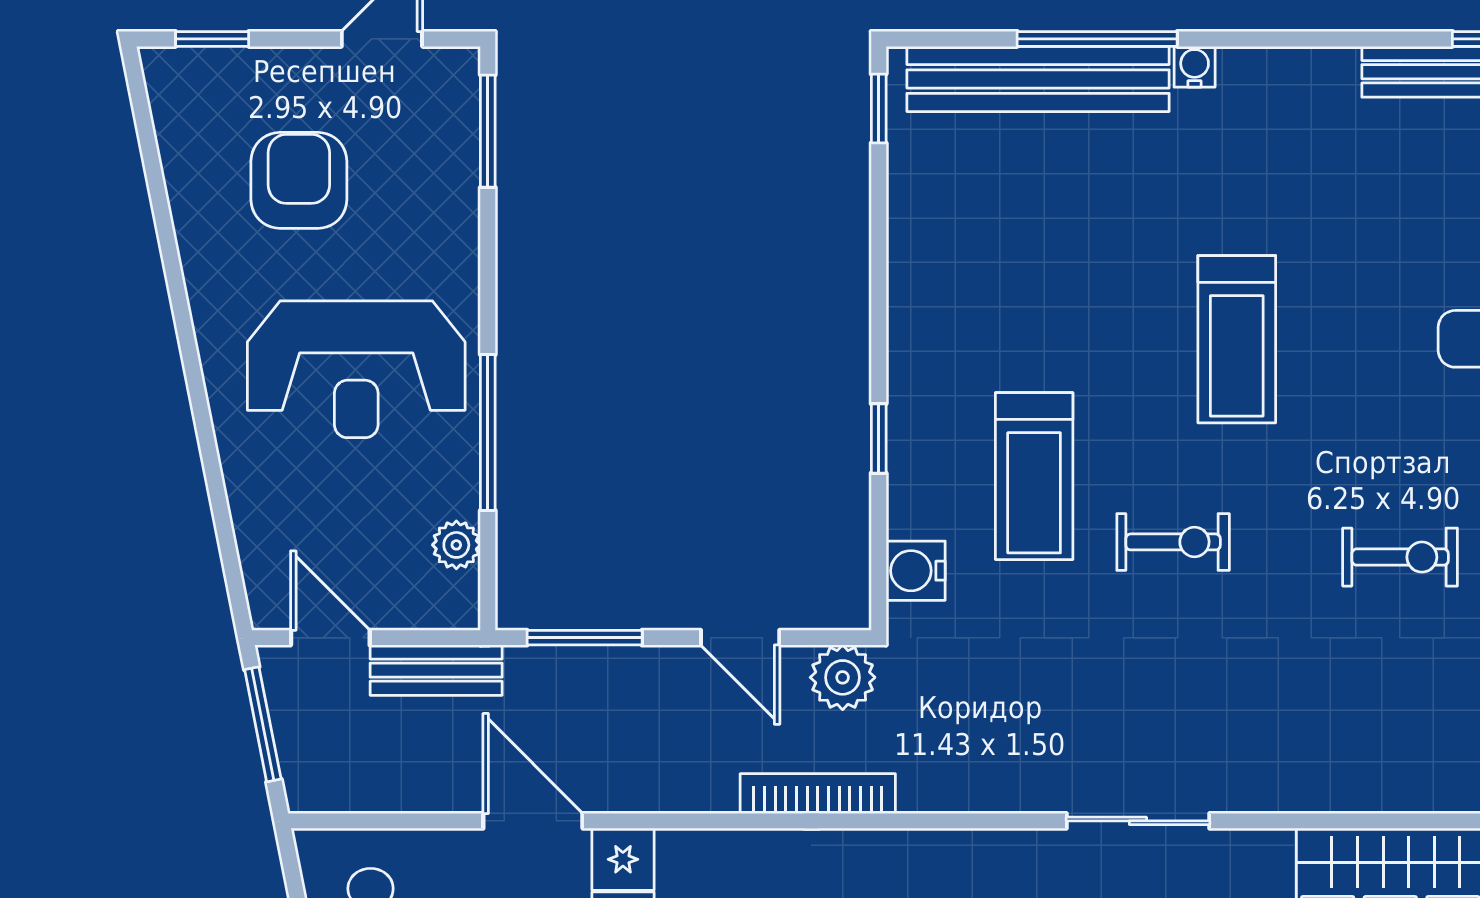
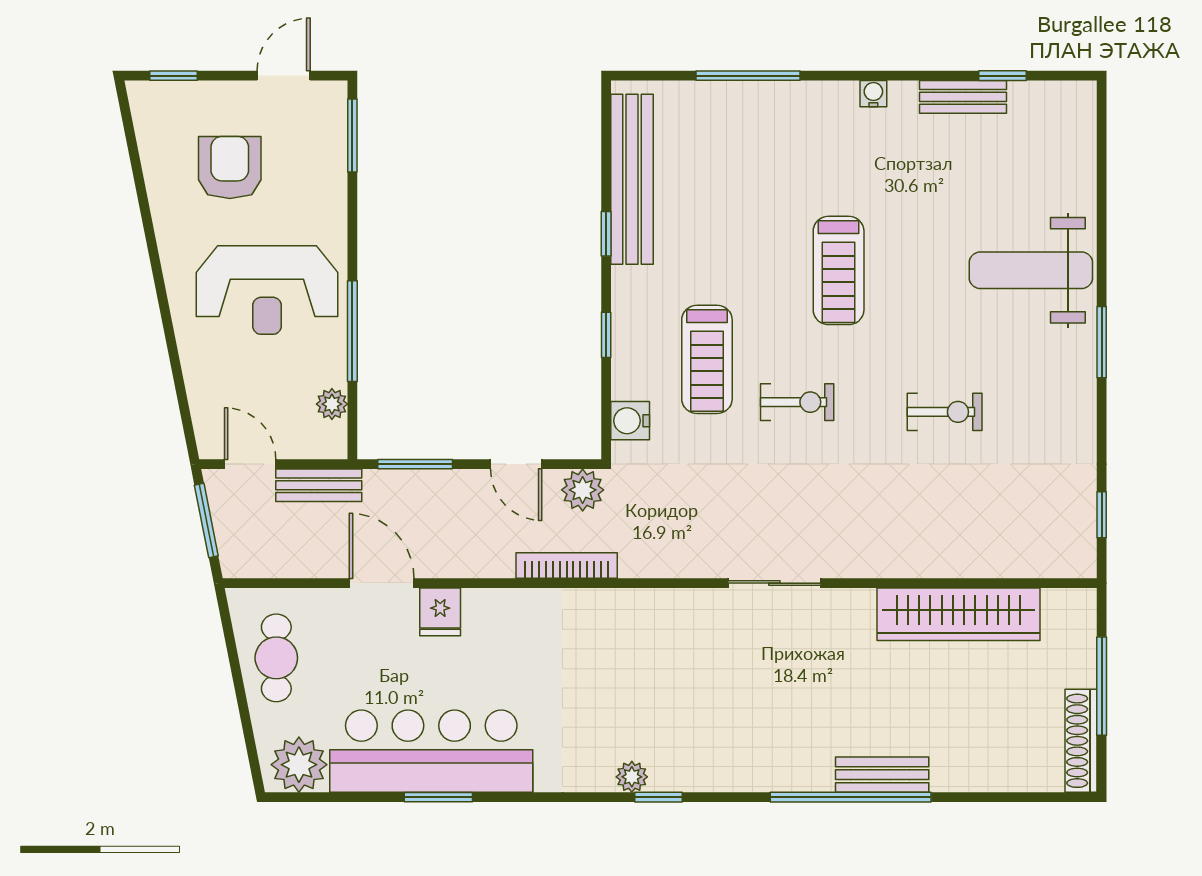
water cooler: (1195, 67) -> (873, 94), moved
bench: (1038, 79) -> (632, 179), moved, turned 90
window: (879, 108) -> (606, 234), moved

